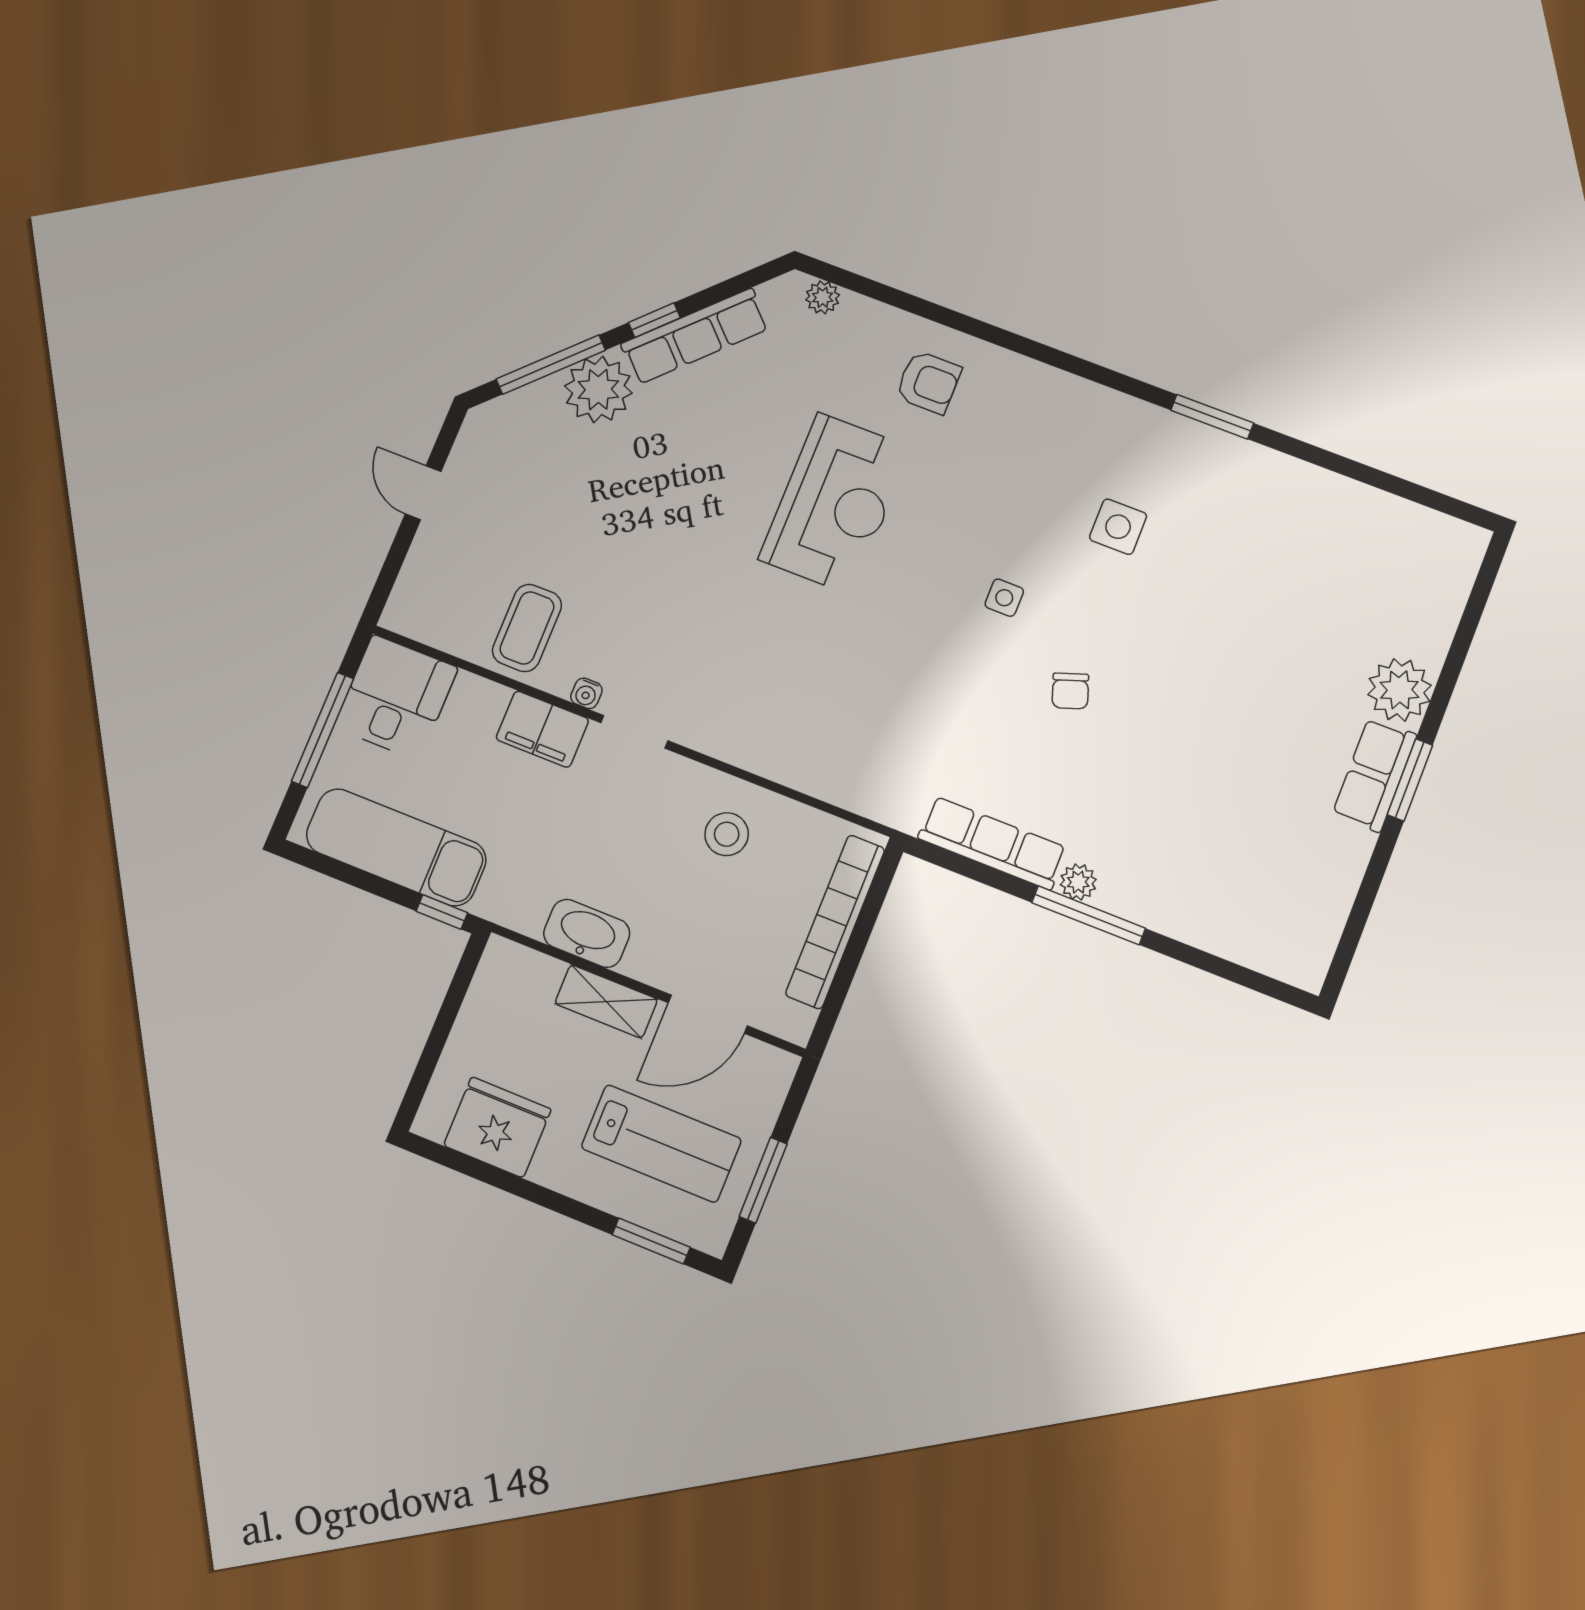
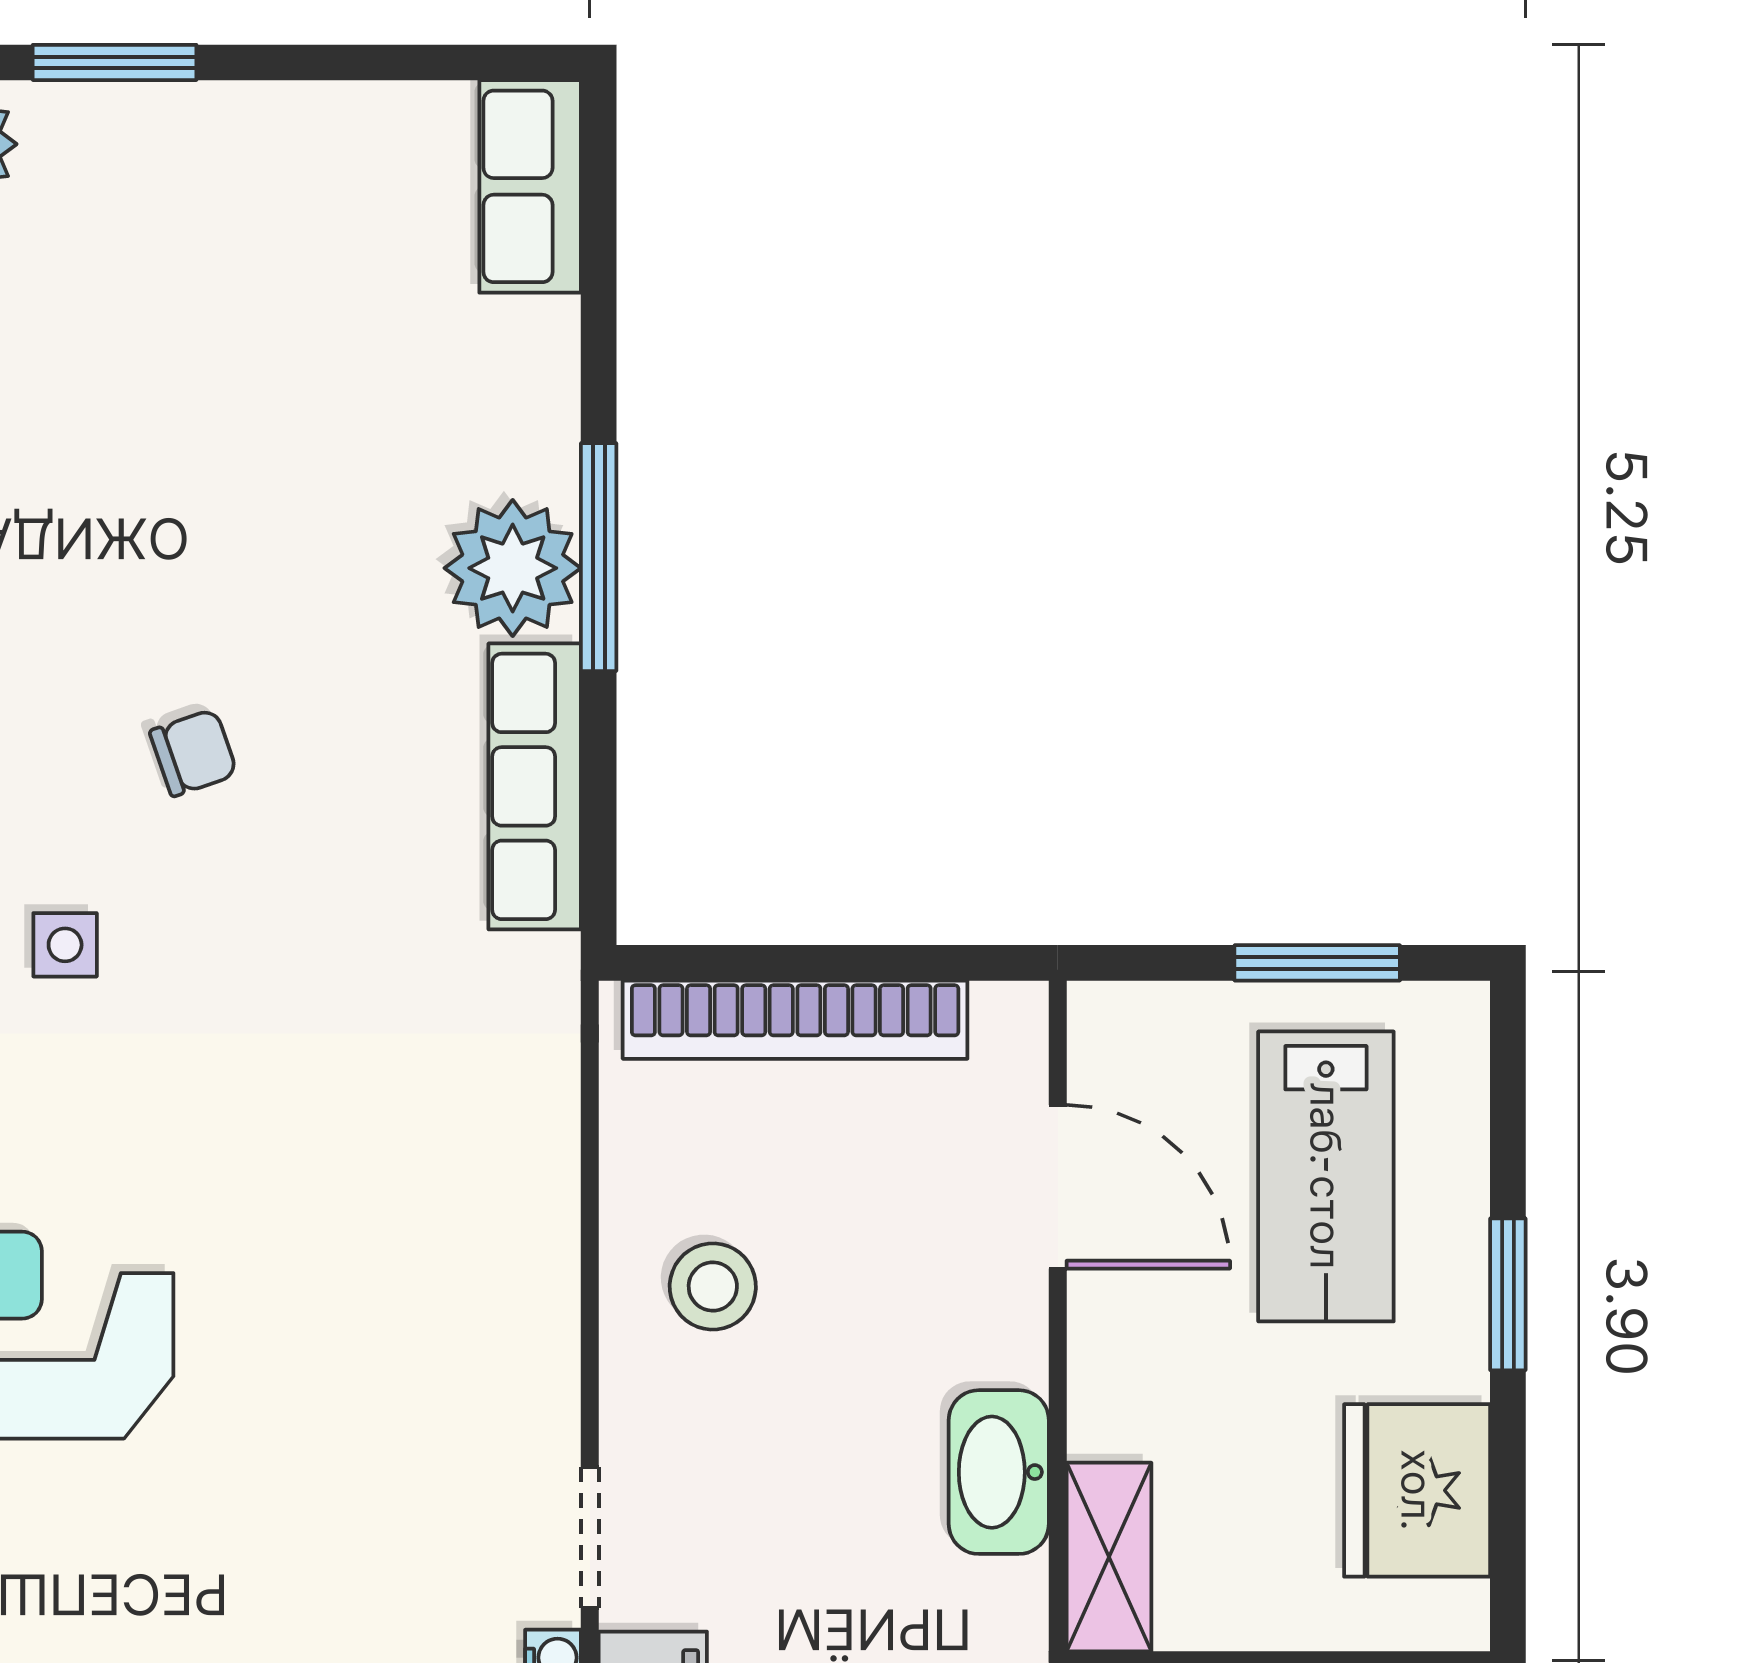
row of seats: (1375, 775) -> (530, 186), moved, turned 90
plant: (1078, 882) -> (513, 568), width x1.88, depth x1.88
shelving: (606, 1001) -> (1109, 1557), moved
lab bench: (661, 1144) -> (1326, 1176), turned 180
window: (651, 1241) -> (1508, 1294), moved

